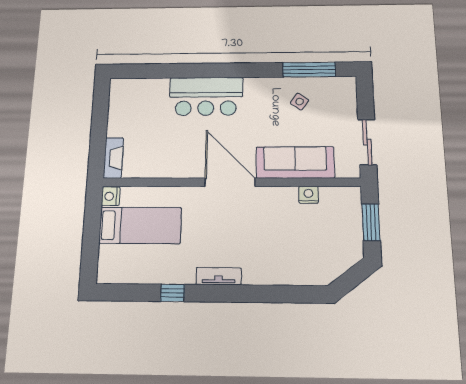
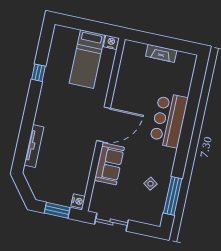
fireplace: (113, 158) -> (161, 53), moved
sofa: (295, 162) -> (109, 164), width x0.73
nightstand: (308, 195) -> (78, 201), moved
tv unit: (219, 276) -> (34, 146), moved, width x1.41

